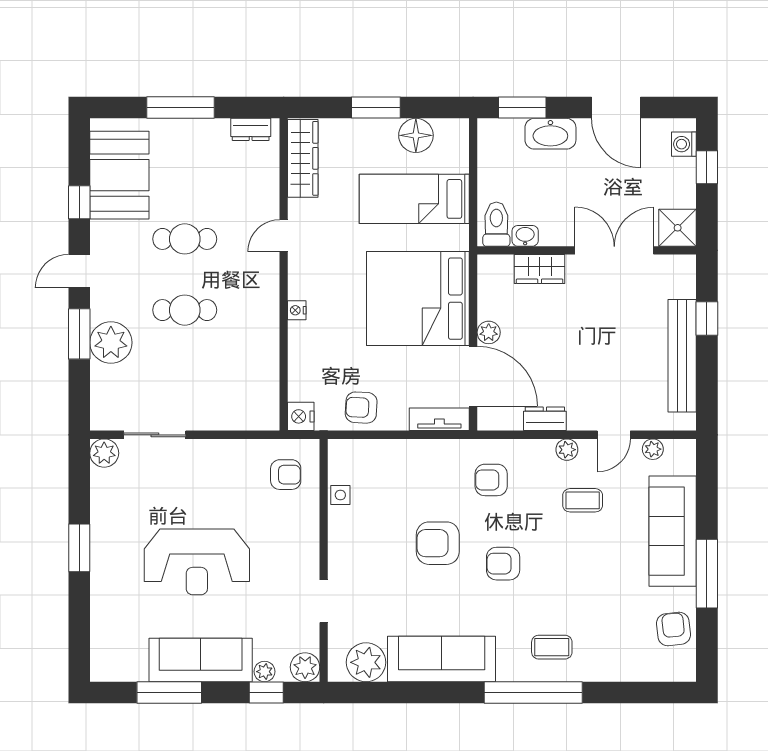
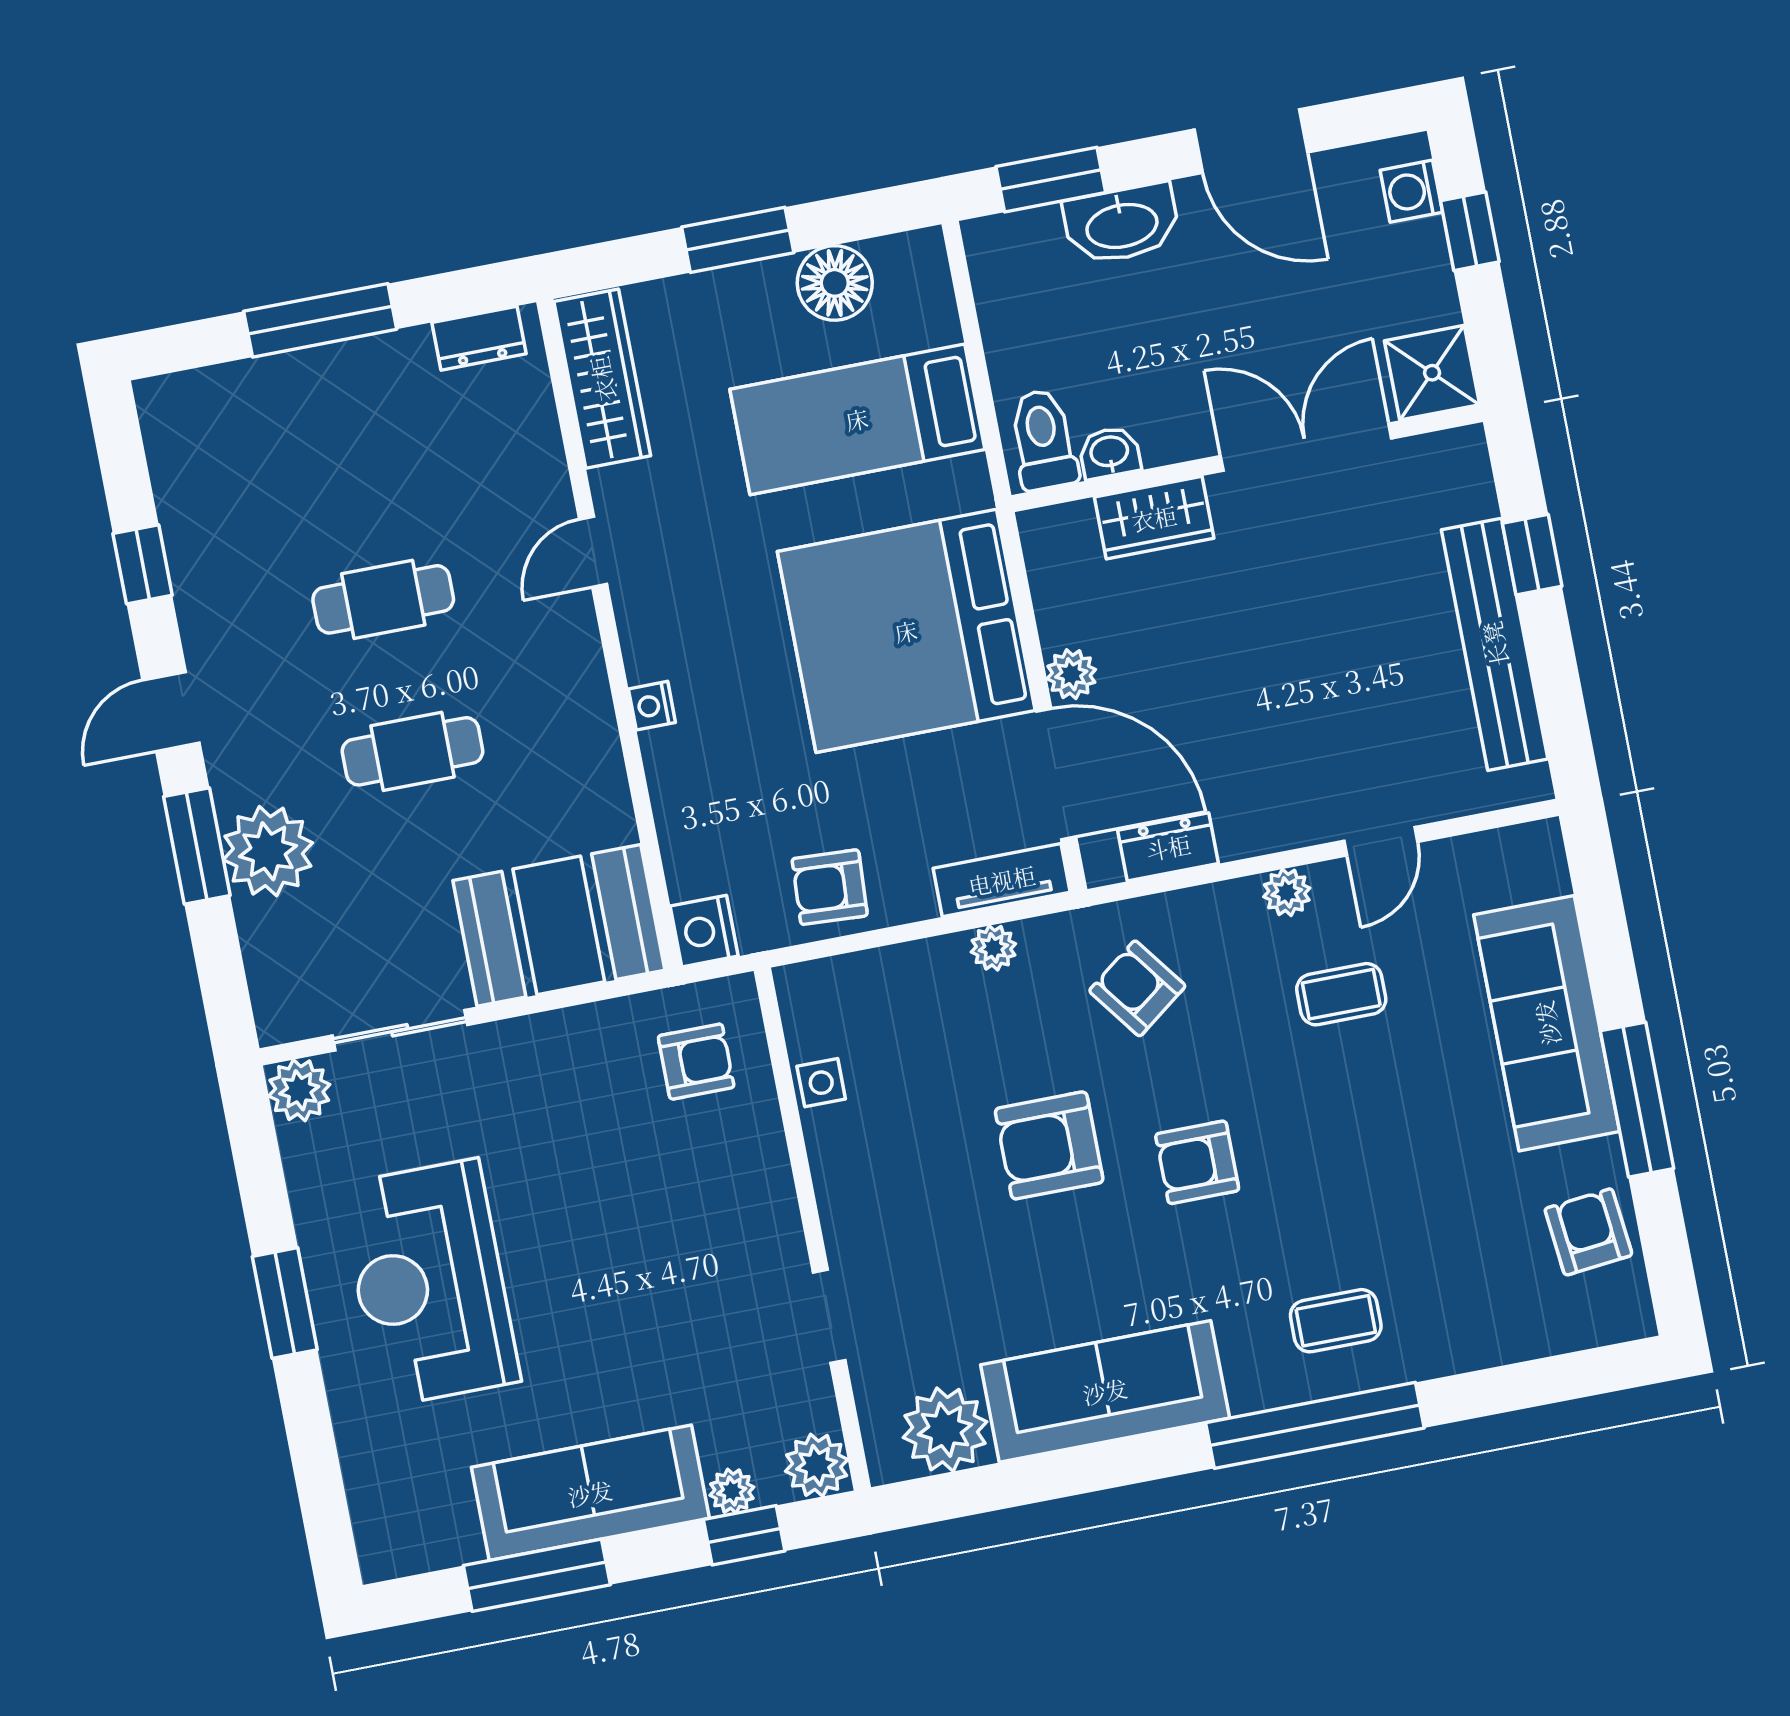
booth: (119, 175) -> (559, 925), moved, turned 90
dresser: (545, 419) -> (1168, 847), moved
plant: (653, 449) -> (993, 948), moved
armchair: (491, 480) -> (1137, 988), turned 53
reception desk: (197, 562) -> (429, 1283), moved, turned 90

